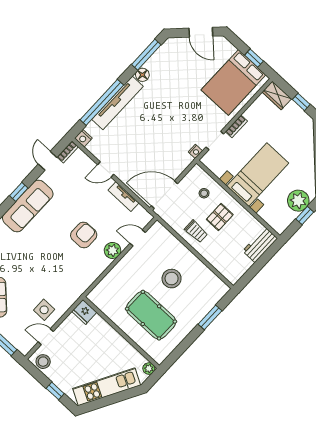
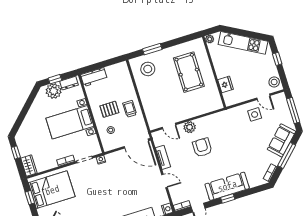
dresser: (286, 220) -> (69, 83), added
armchair: (84, 235) -> (202, 147), turned 90
stool: (172, 279) -> (148, 69), moved
fridge: (84, 312) -> (226, 84), moved

